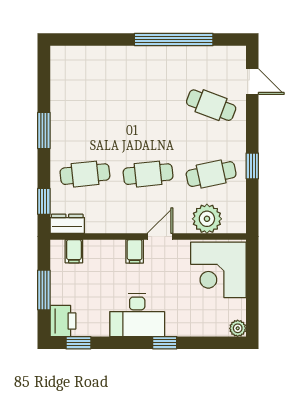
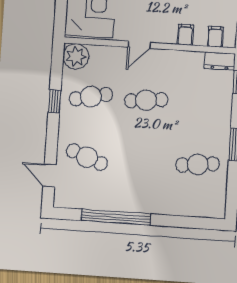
cafe table: (85, 174) -> (198, 164), moved
plant: (207, 219) -> (76, 56), moved
filing cabinet: (135, 251) -> (185, 35), moved

